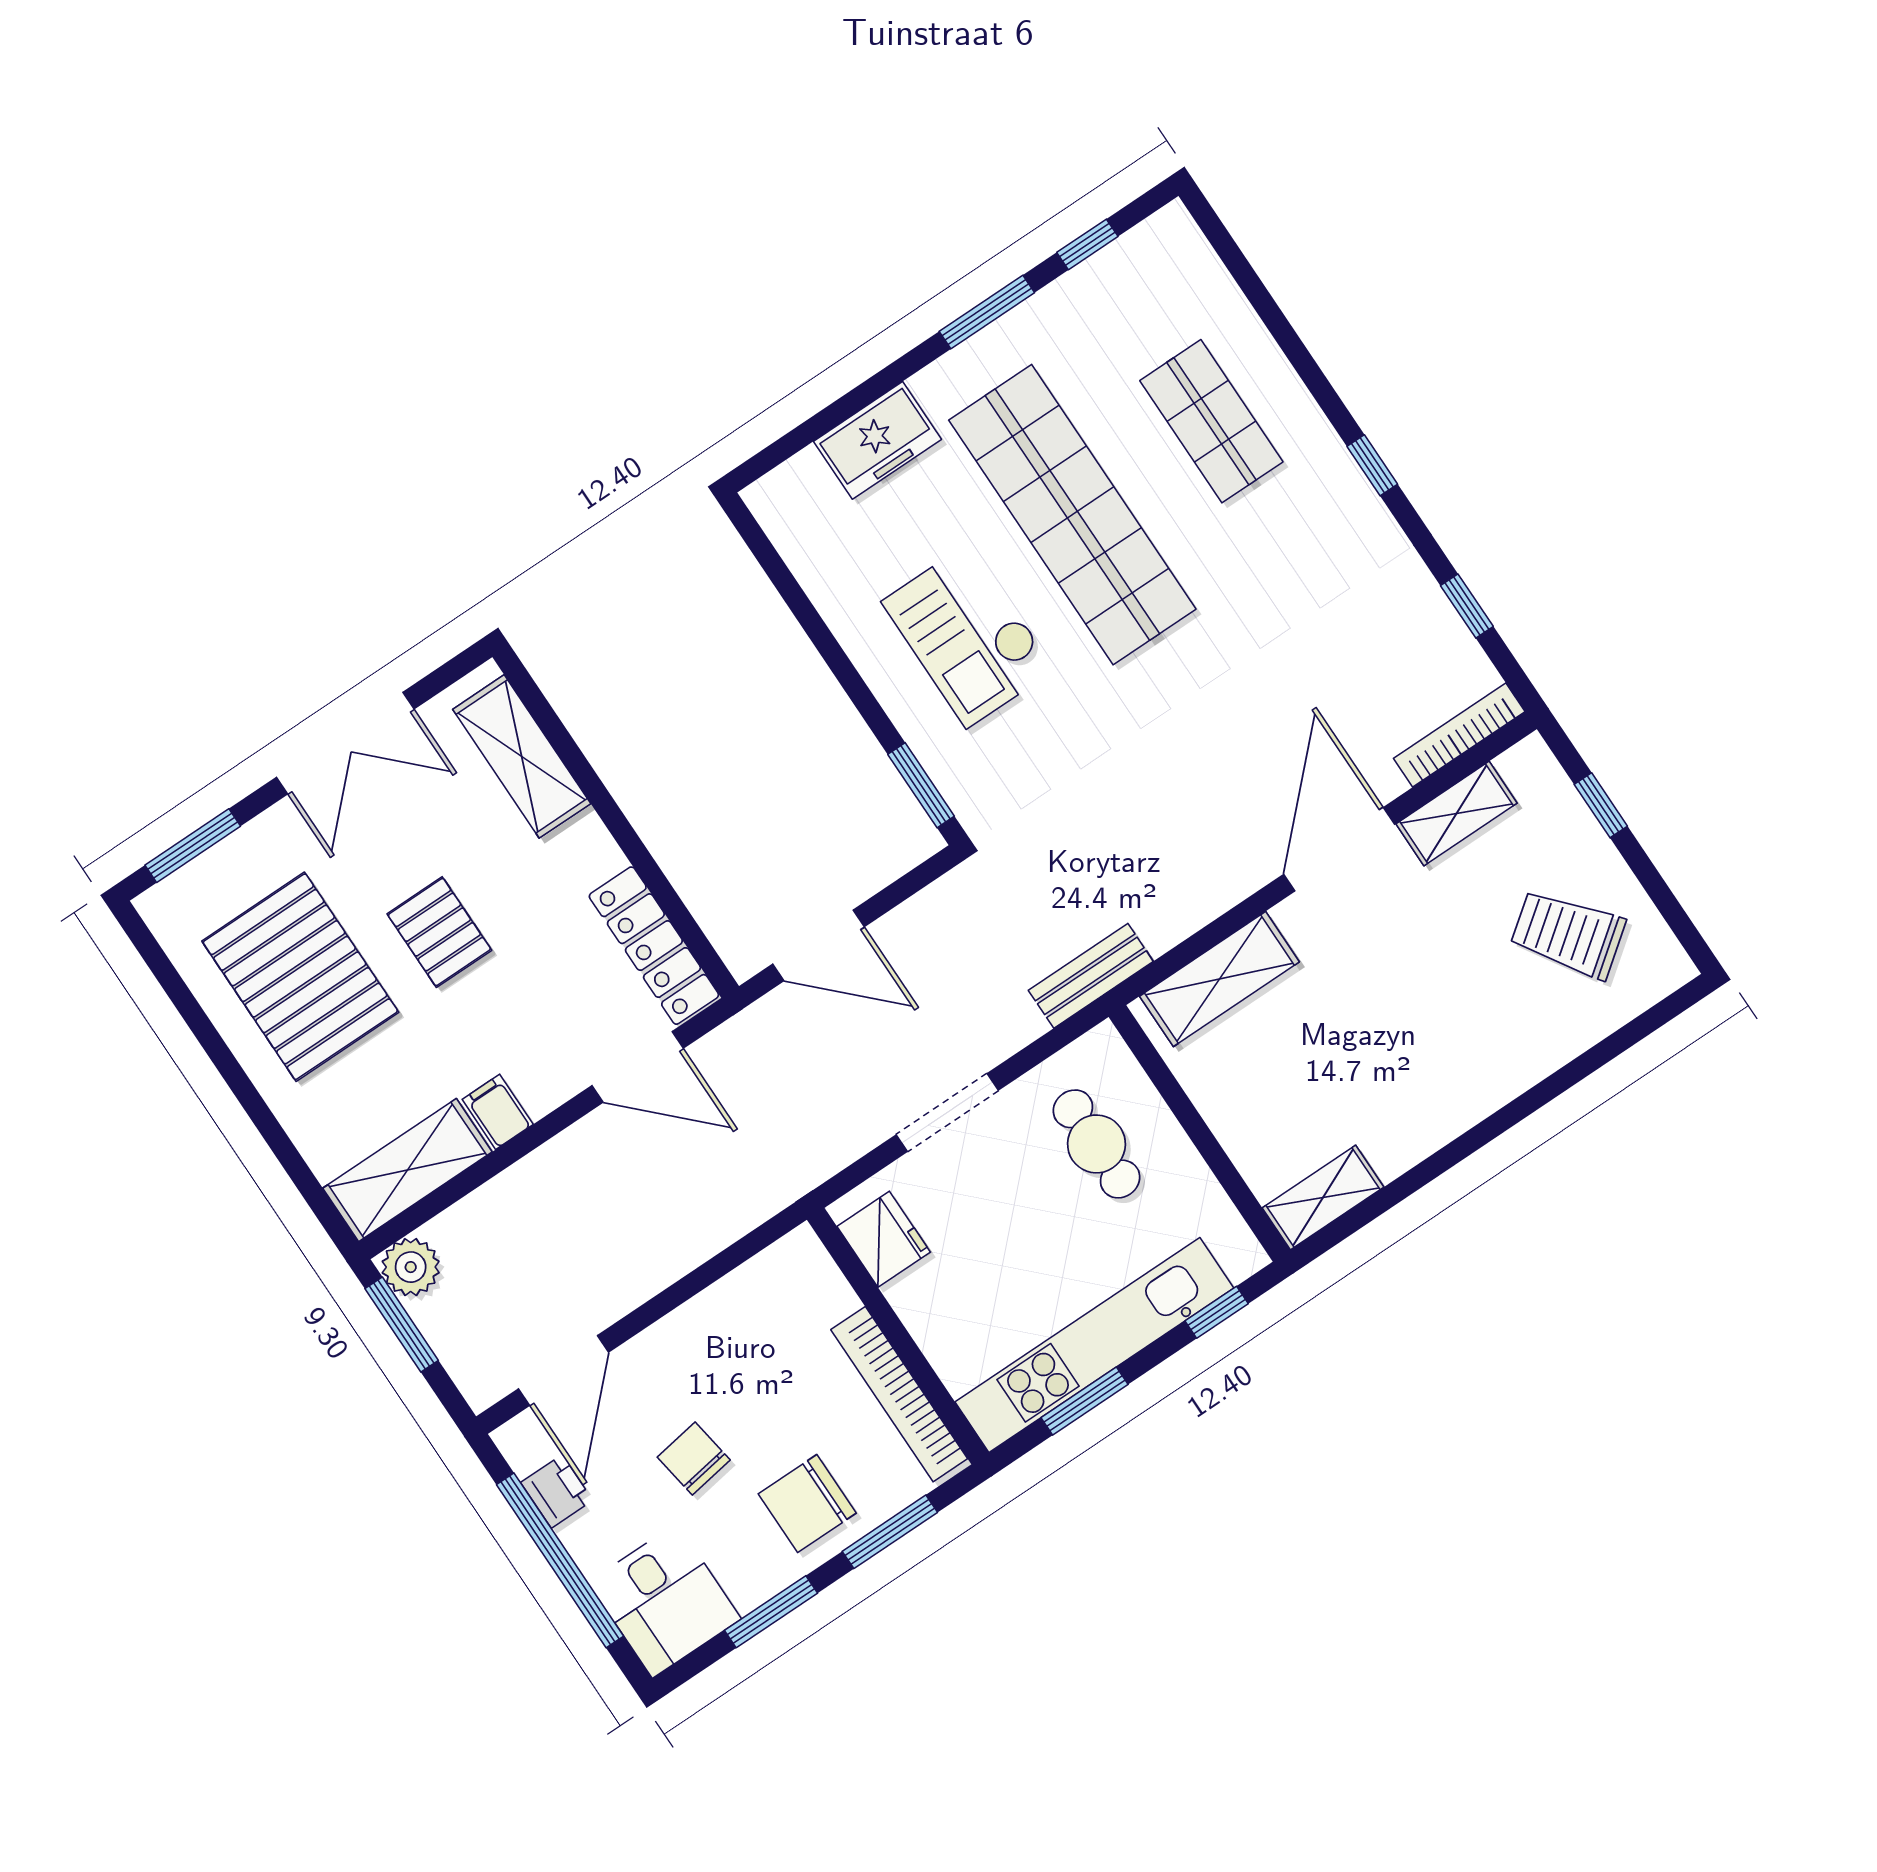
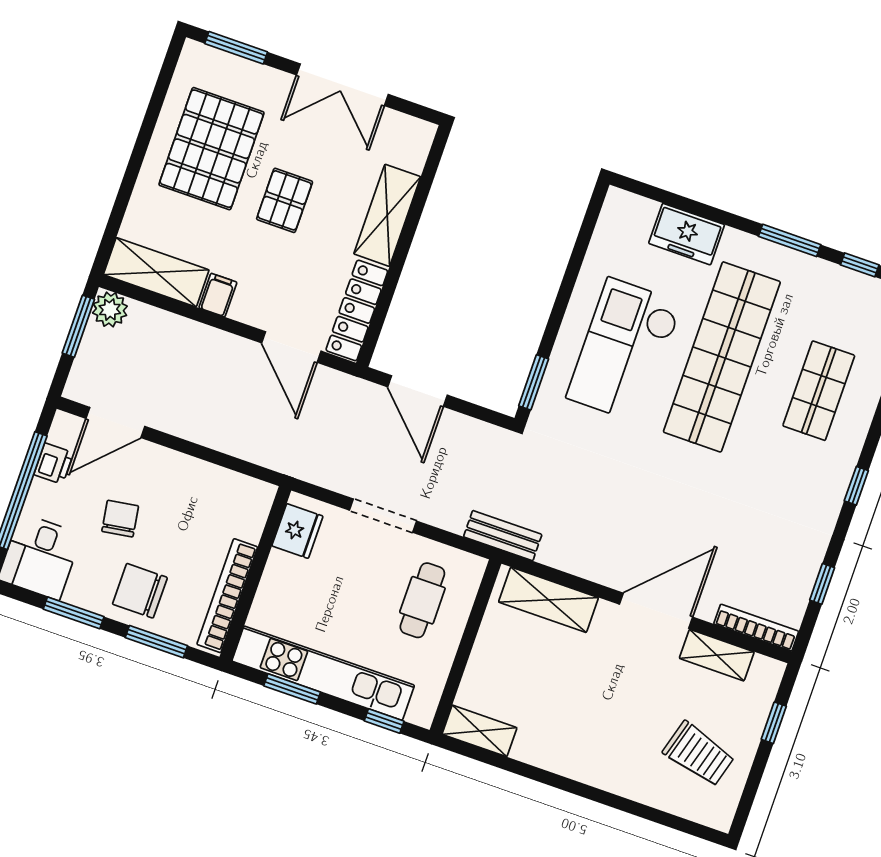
checkout: (968, 635) -> (624, 350), width x1.36, depth x1.21
shelving: (522, 756) -> (387, 215), moved
trolley: (1568, 934) -> (699, 754), turned 143

